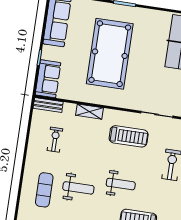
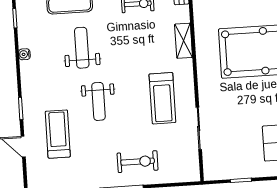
weight bench: (78, 188) -> (82, 48), turned 180

